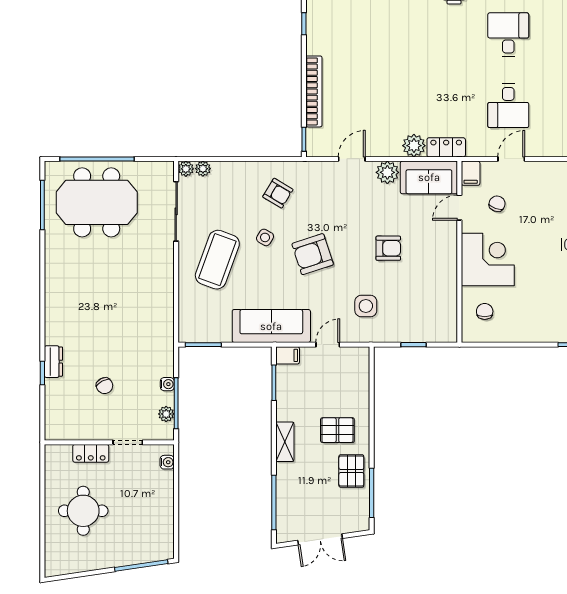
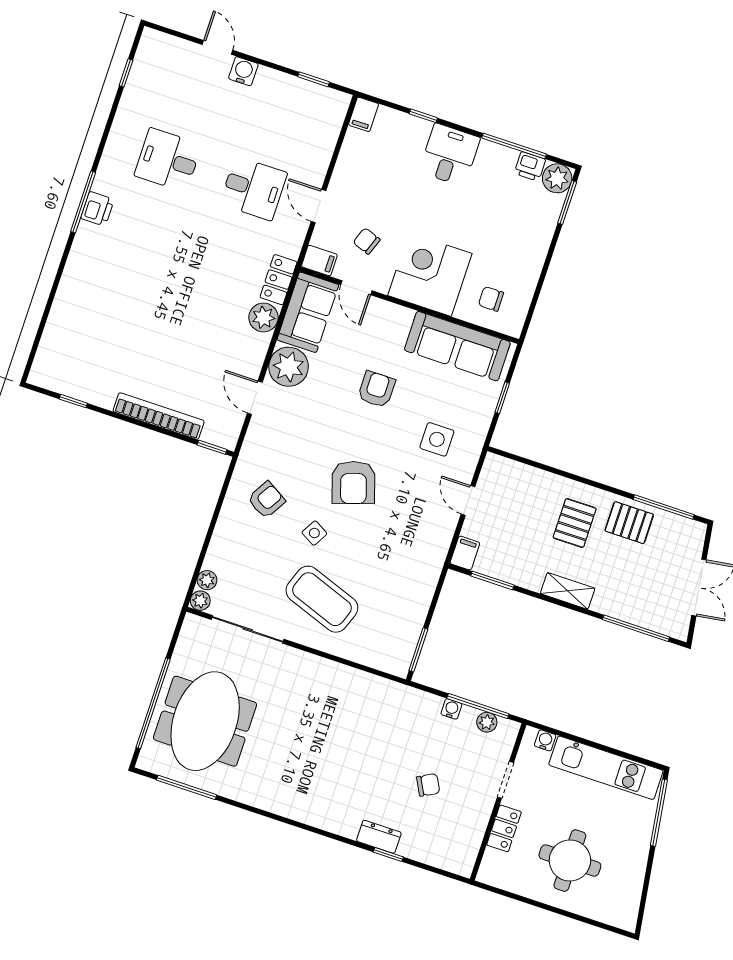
plant: (387, 172) -> (289, 367), width x1.36, depth x1.36
sofa: (271, 326) -> (457, 346), moved, turned -90
kitchen unit: (162, 515) -> (606, 768), added

